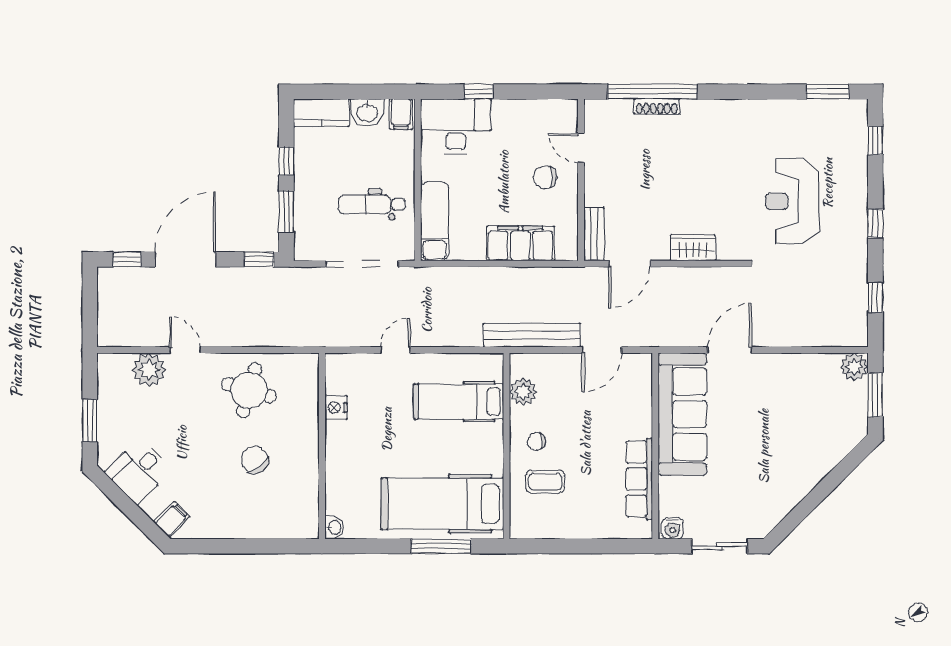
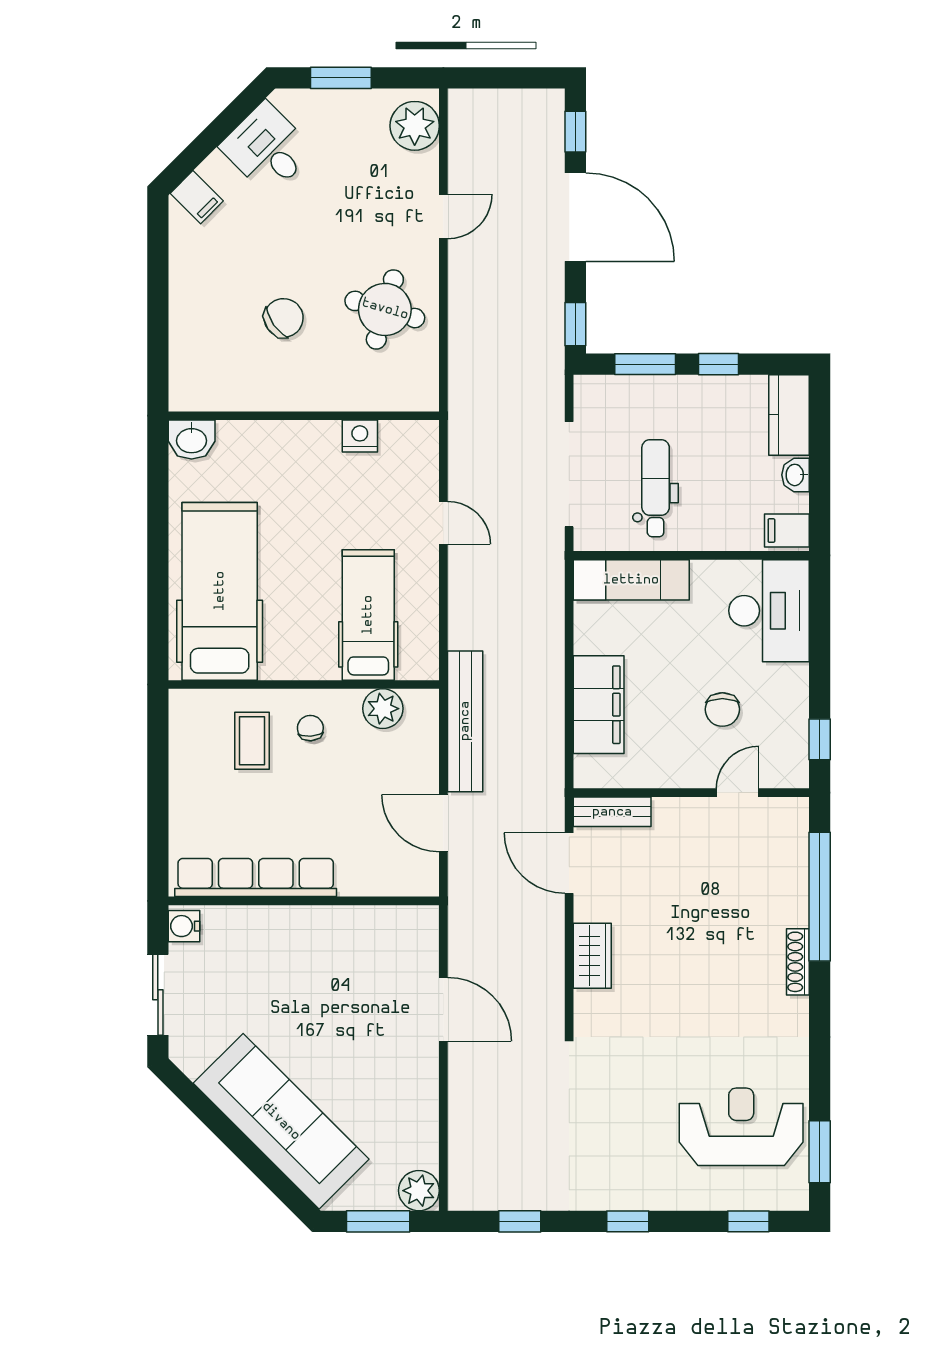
window: (479, 92) -> (820, 739), moved
shoe rack: (657, 107) -> (798, 962), moved
washbasin: (367, 112) -> (796, 475), width x0.72, depth x0.69
chair: (545, 177) -> (722, 709), moved, turned 180
reception desk: (792, 201) -> (741, 1127), moved
plant: (149, 370) -> (415, 126), moved
sofa: (682, 414) -> (281, 1121), moved, turned -135
row of seats: (639, 479) -> (256, 878), width x1.36
washbasin: (334, 527) -> (192, 440), width x1.38, depth x1.45
window: (441, 546) -> (158, 589), removed

